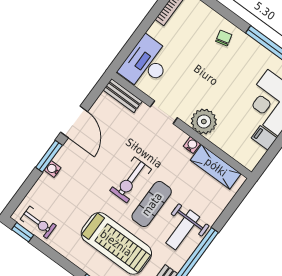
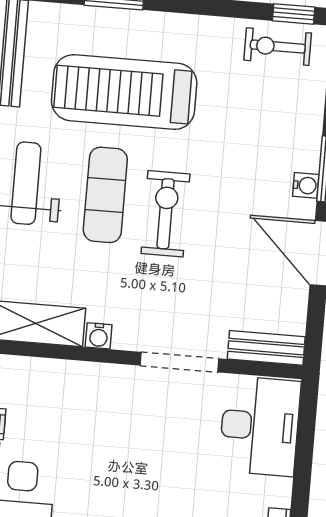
doorway: (164, 112) -> (180, 362), width x1.38
plant: (204, 121) -> (103, 388), removed
water cooler: (53, 169) -> (306, 185), moved

